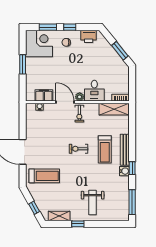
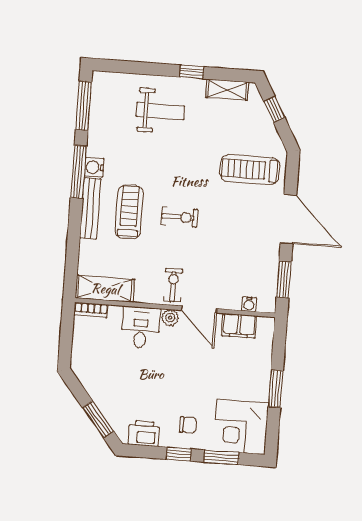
window: (120, 51) -> (98, 419), moved
window: (23, 121) -> (284, 280), added
window: (132, 168) -> (79, 172), width x2.17
weight bench: (93, 203) -> (160, 111), turned 90

